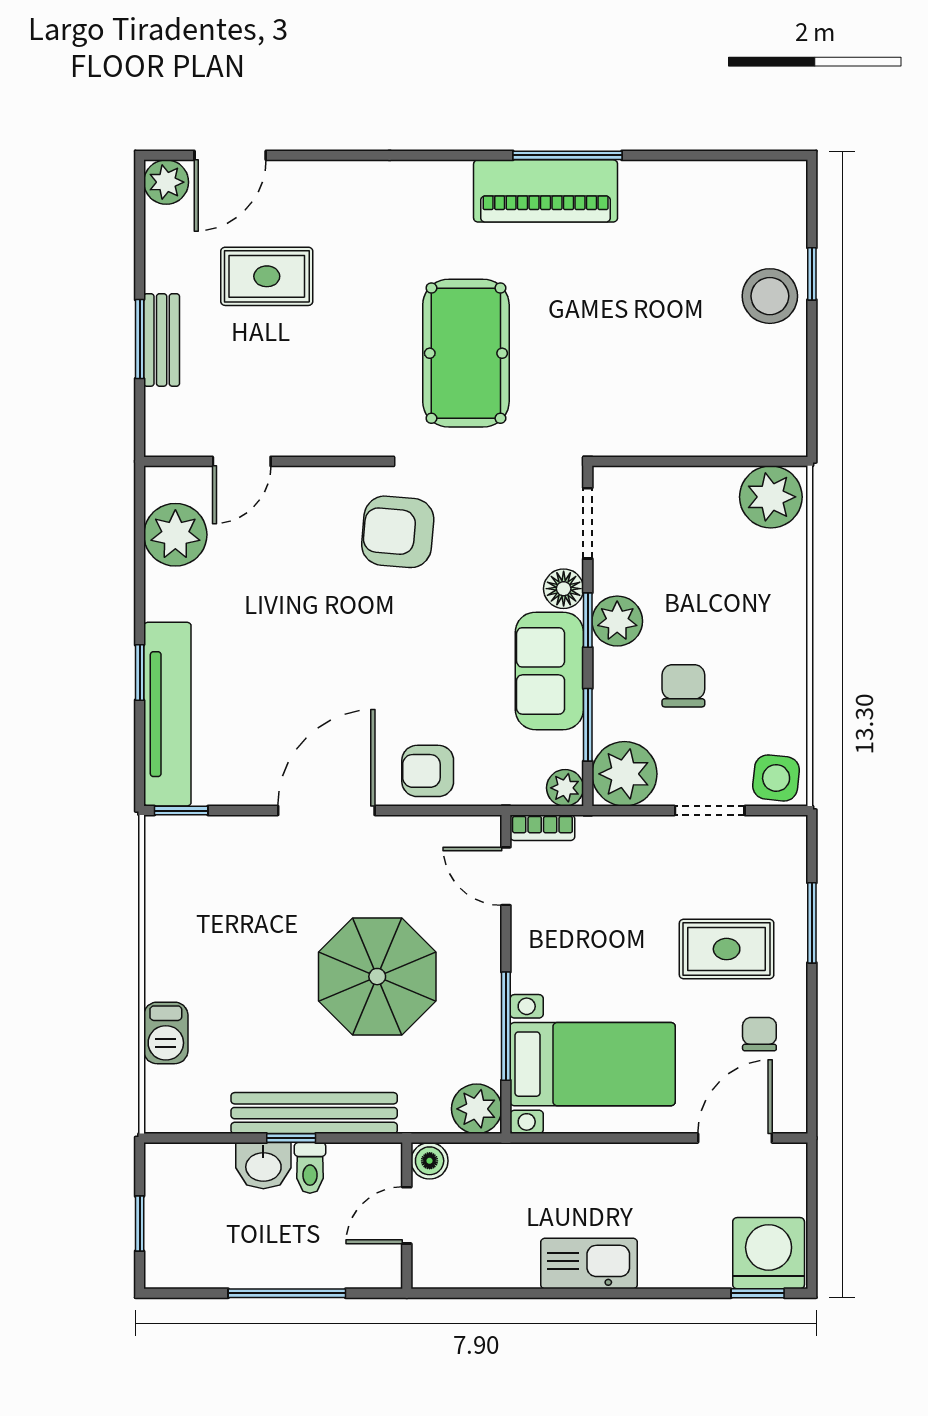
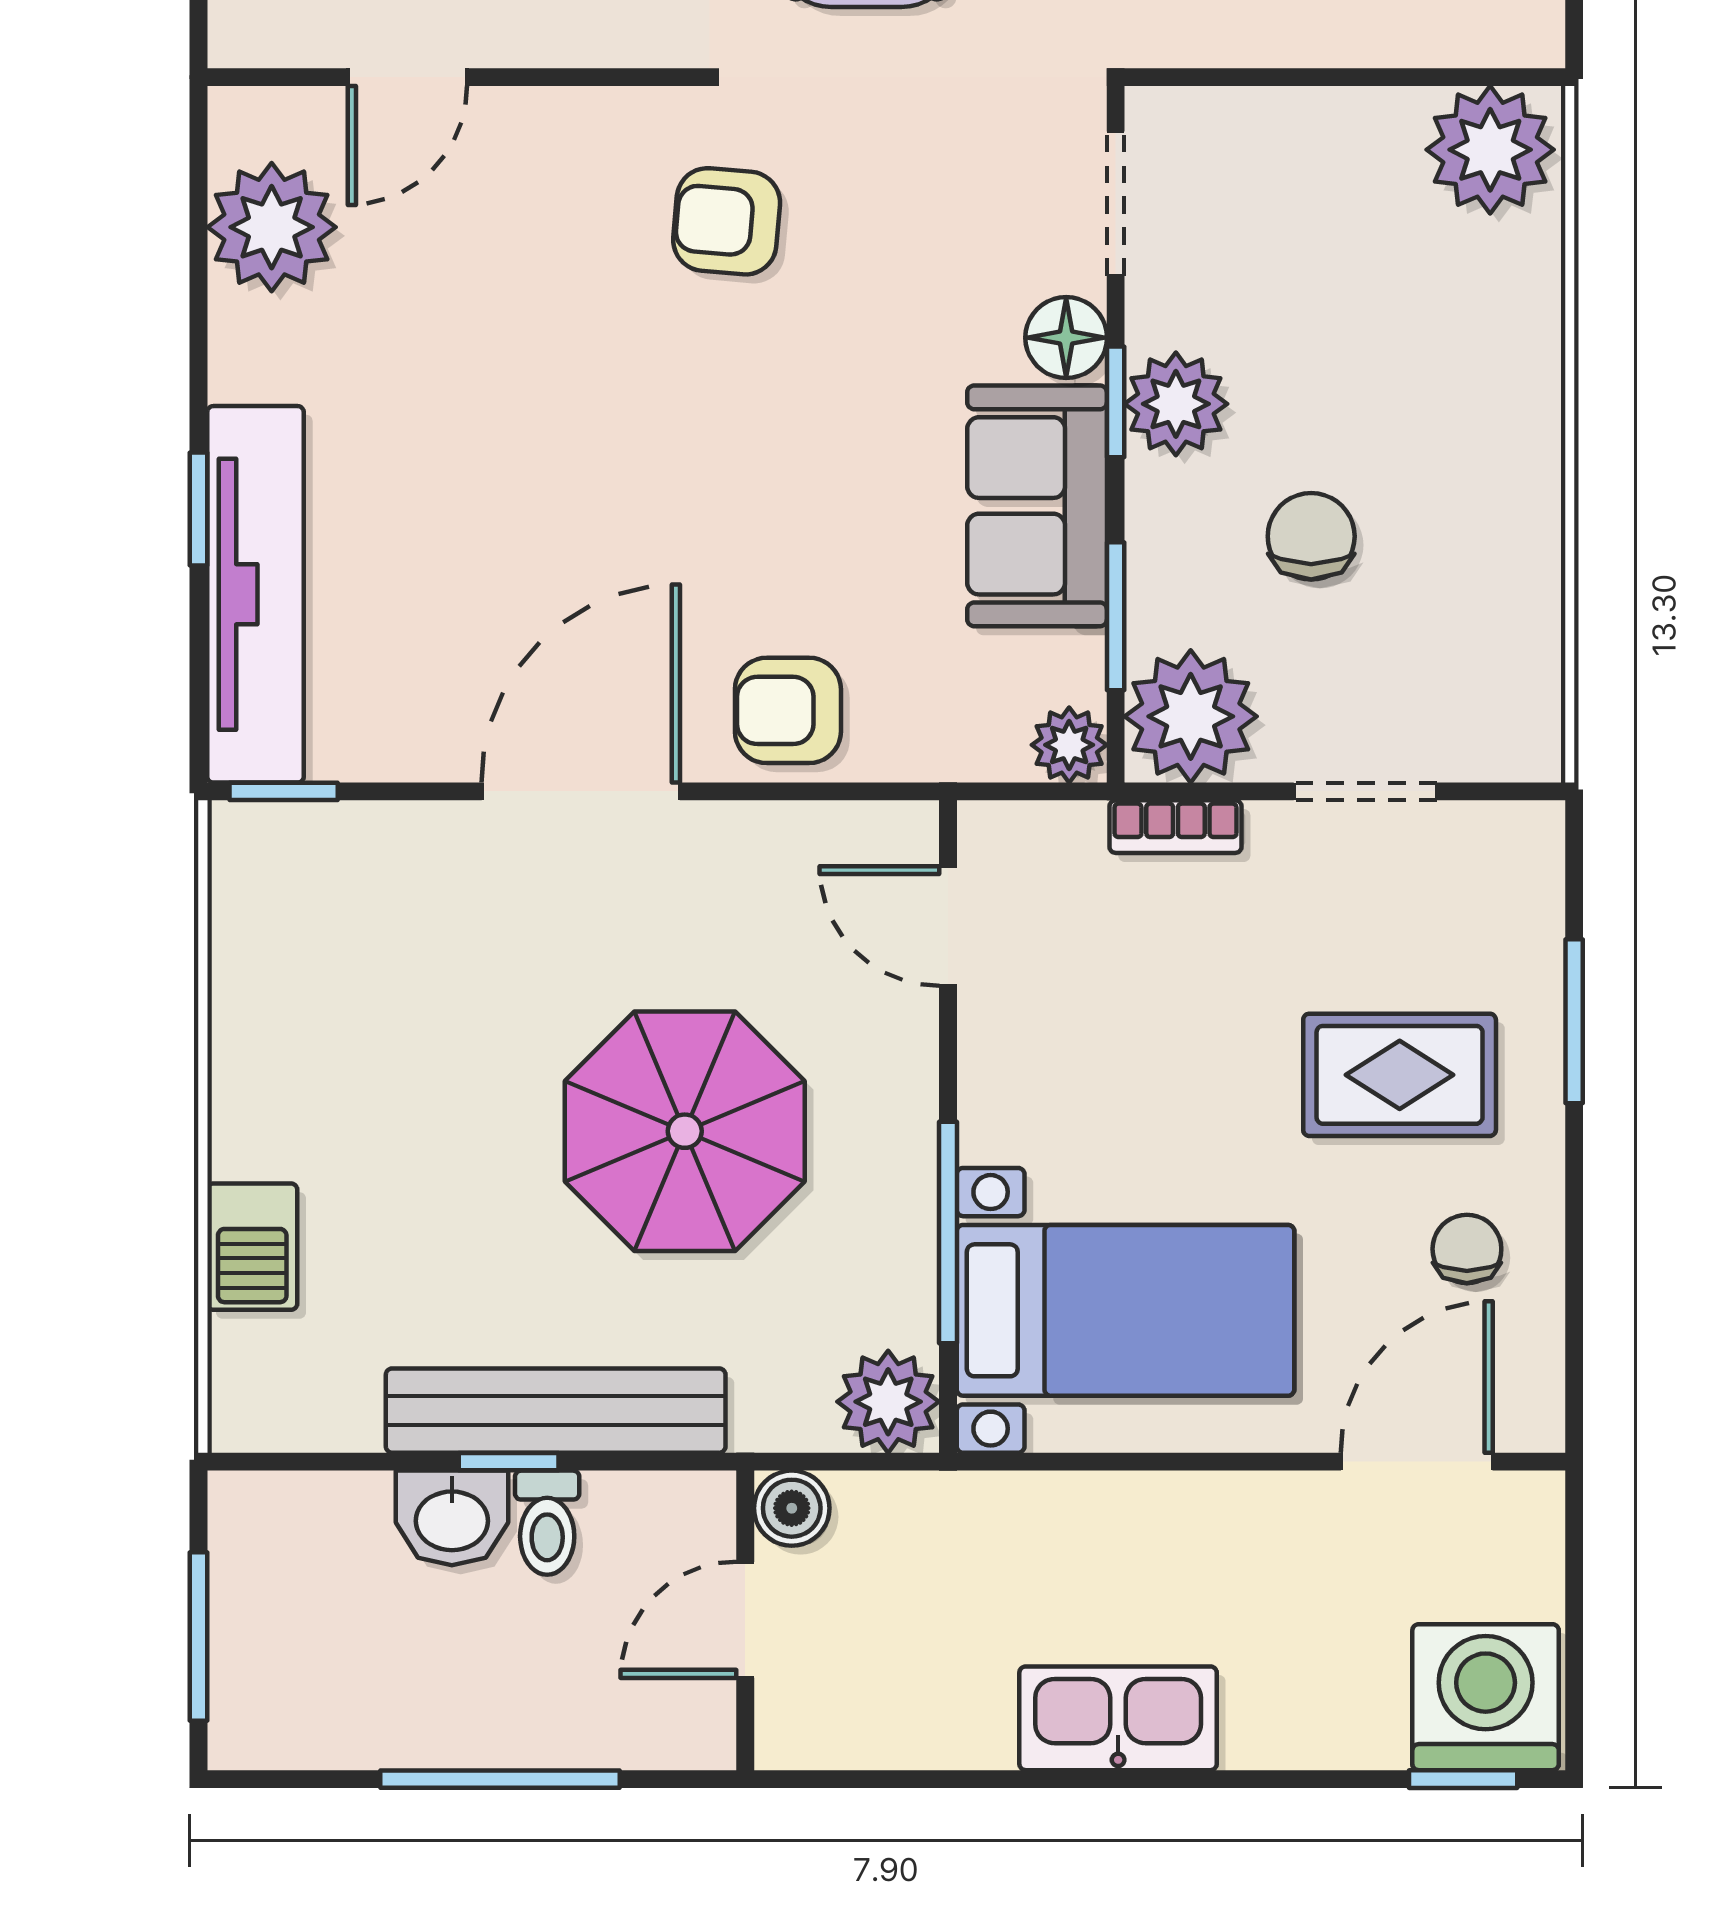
armchair: (398, 532) -> (727, 221), width x0.72, depth x0.72
side table: (776, 778) -> (1501, 725), removed
bookcase: (542, 828) -> (1175, 827), moved
window: (140, 1224) -> (198, 1637), width x1.50

